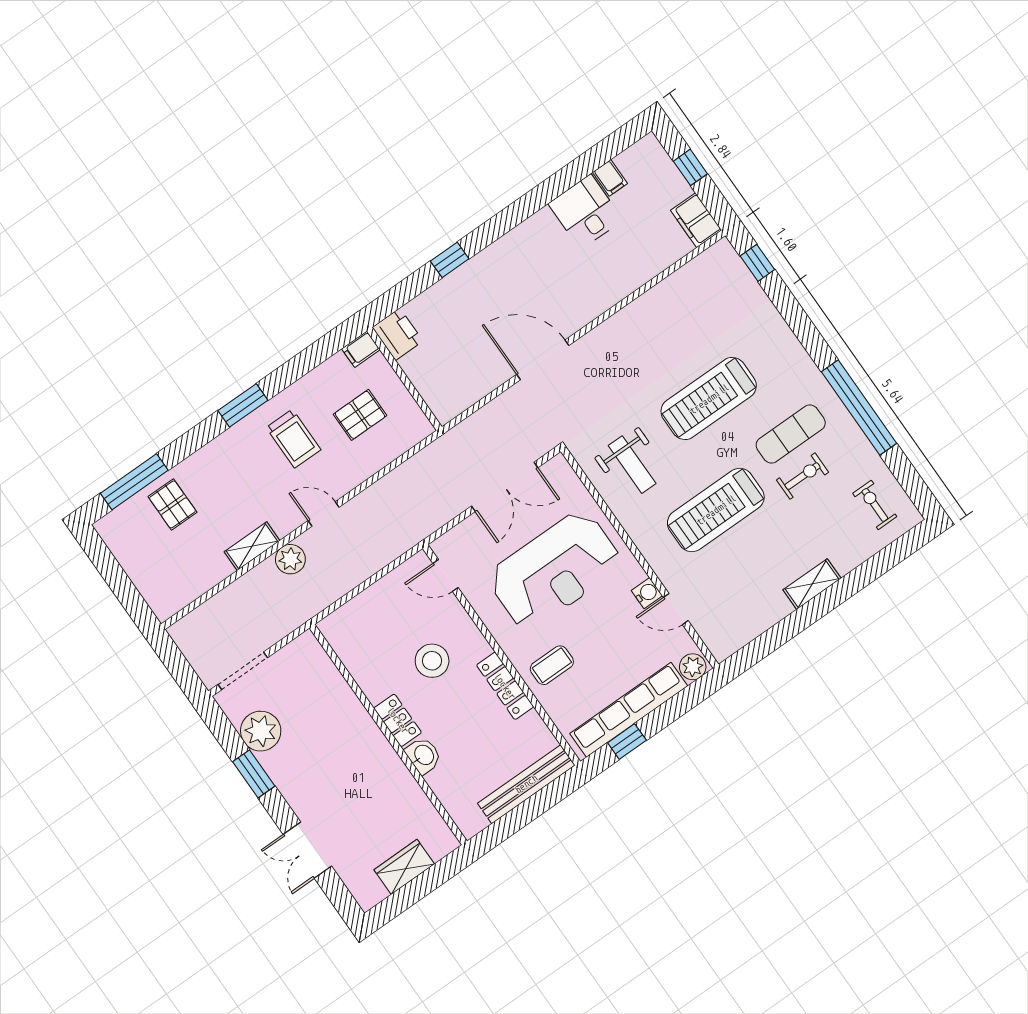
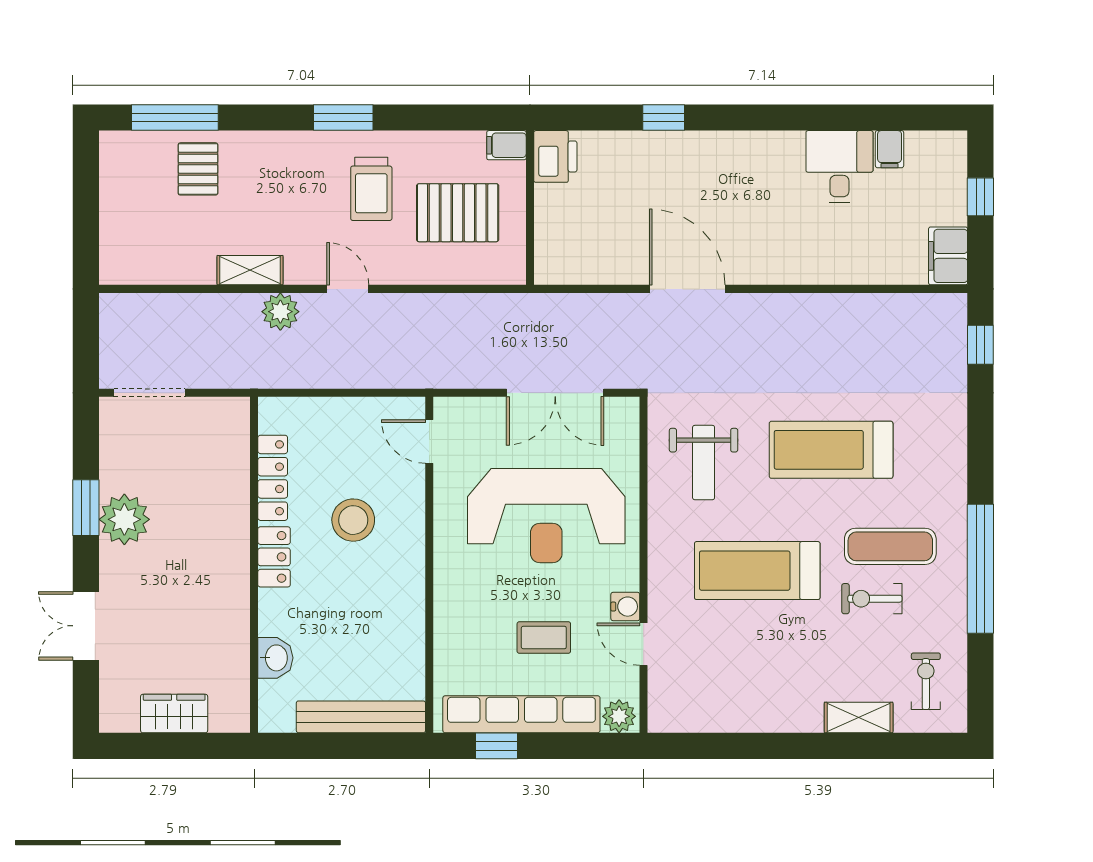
pallet: (360, 415) -> (458, 213), width x1.50, depth x1.42
exercise bike: (803, 476) -> (872, 599), turned 180
shelving: (812, 584) -> (859, 717), moved
coffee table: (552, 665) -> (544, 638), moved
locker: (505, 686) -> (273, 478), moved, turned 180
plant: (261, 731) -> (124, 519), moved
washbasin: (423, 755) -> (275, 658), moved

